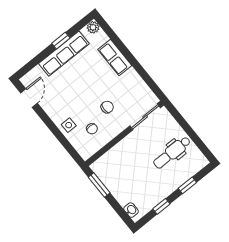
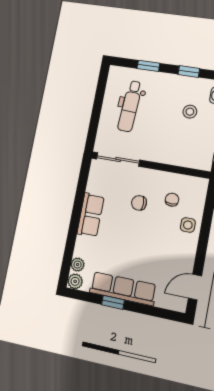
plant: (102, 37) -> (78, 265), added
row of seats: (115, 58) -> (91, 215), moved
dental chair: (172, 152) -> (130, 106), turned 93
stool: (136, 185) -> (190, 112), added

